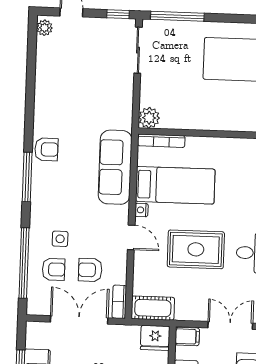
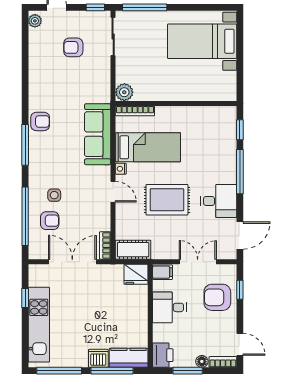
armchair: (90, 270) -> (73, 47), moved

